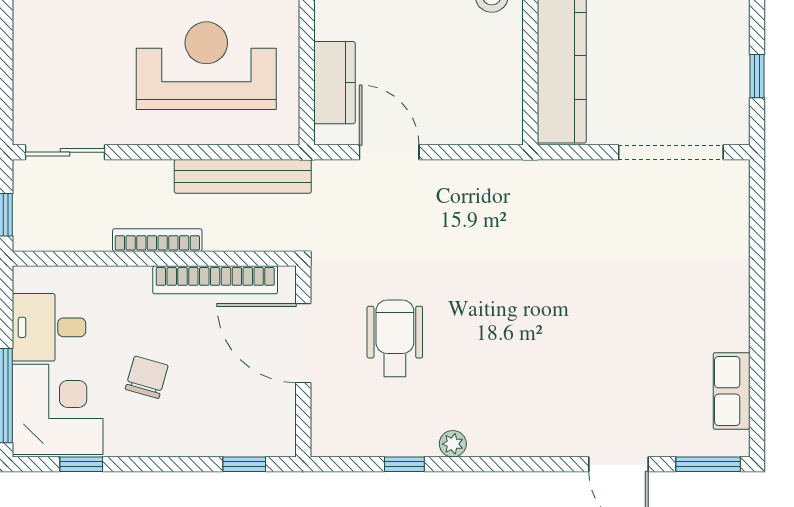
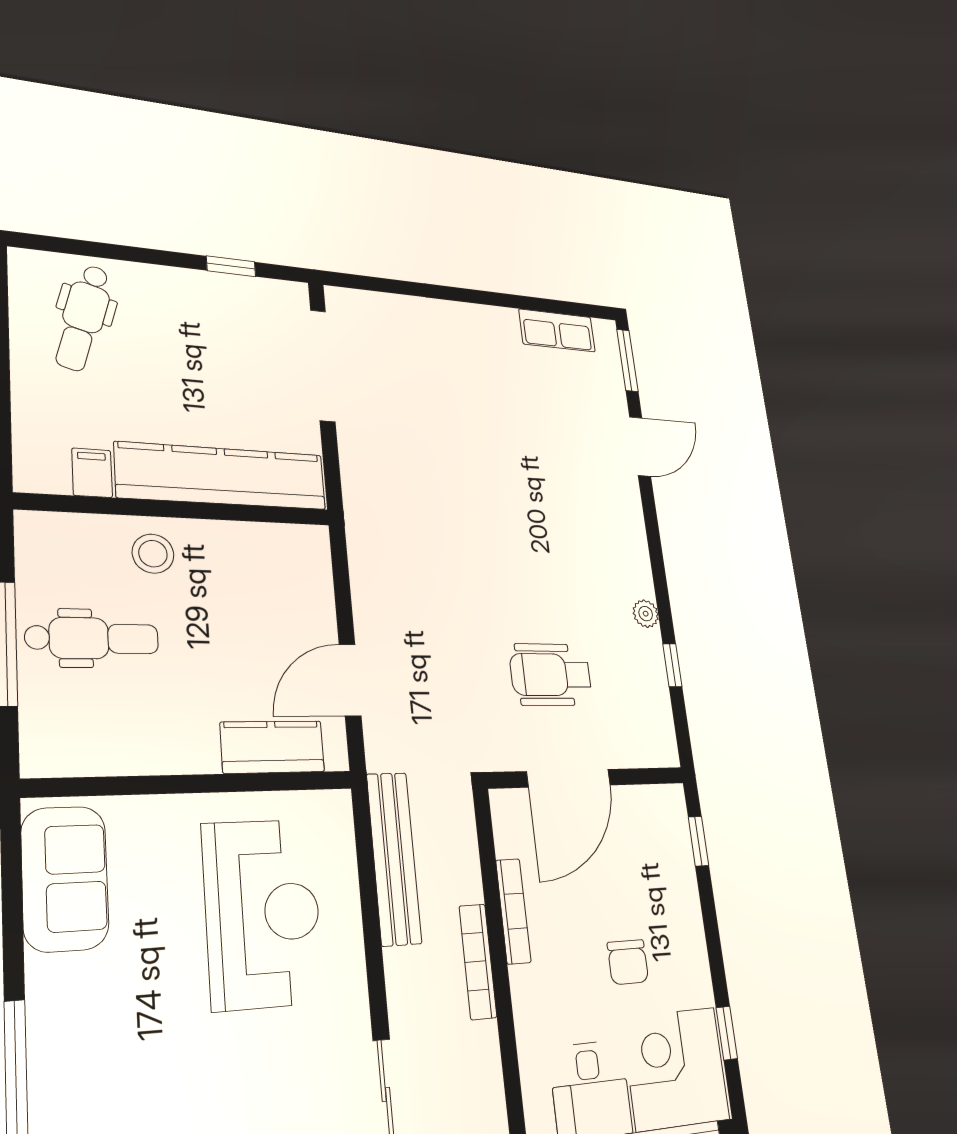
reception desk: (206, 66) -> (263, 913), turned 180
bookcase: (215, 280) -> (513, 911), width x0.68, depth x0.76
chair: (147, 377) -> (628, 962), turned -106

